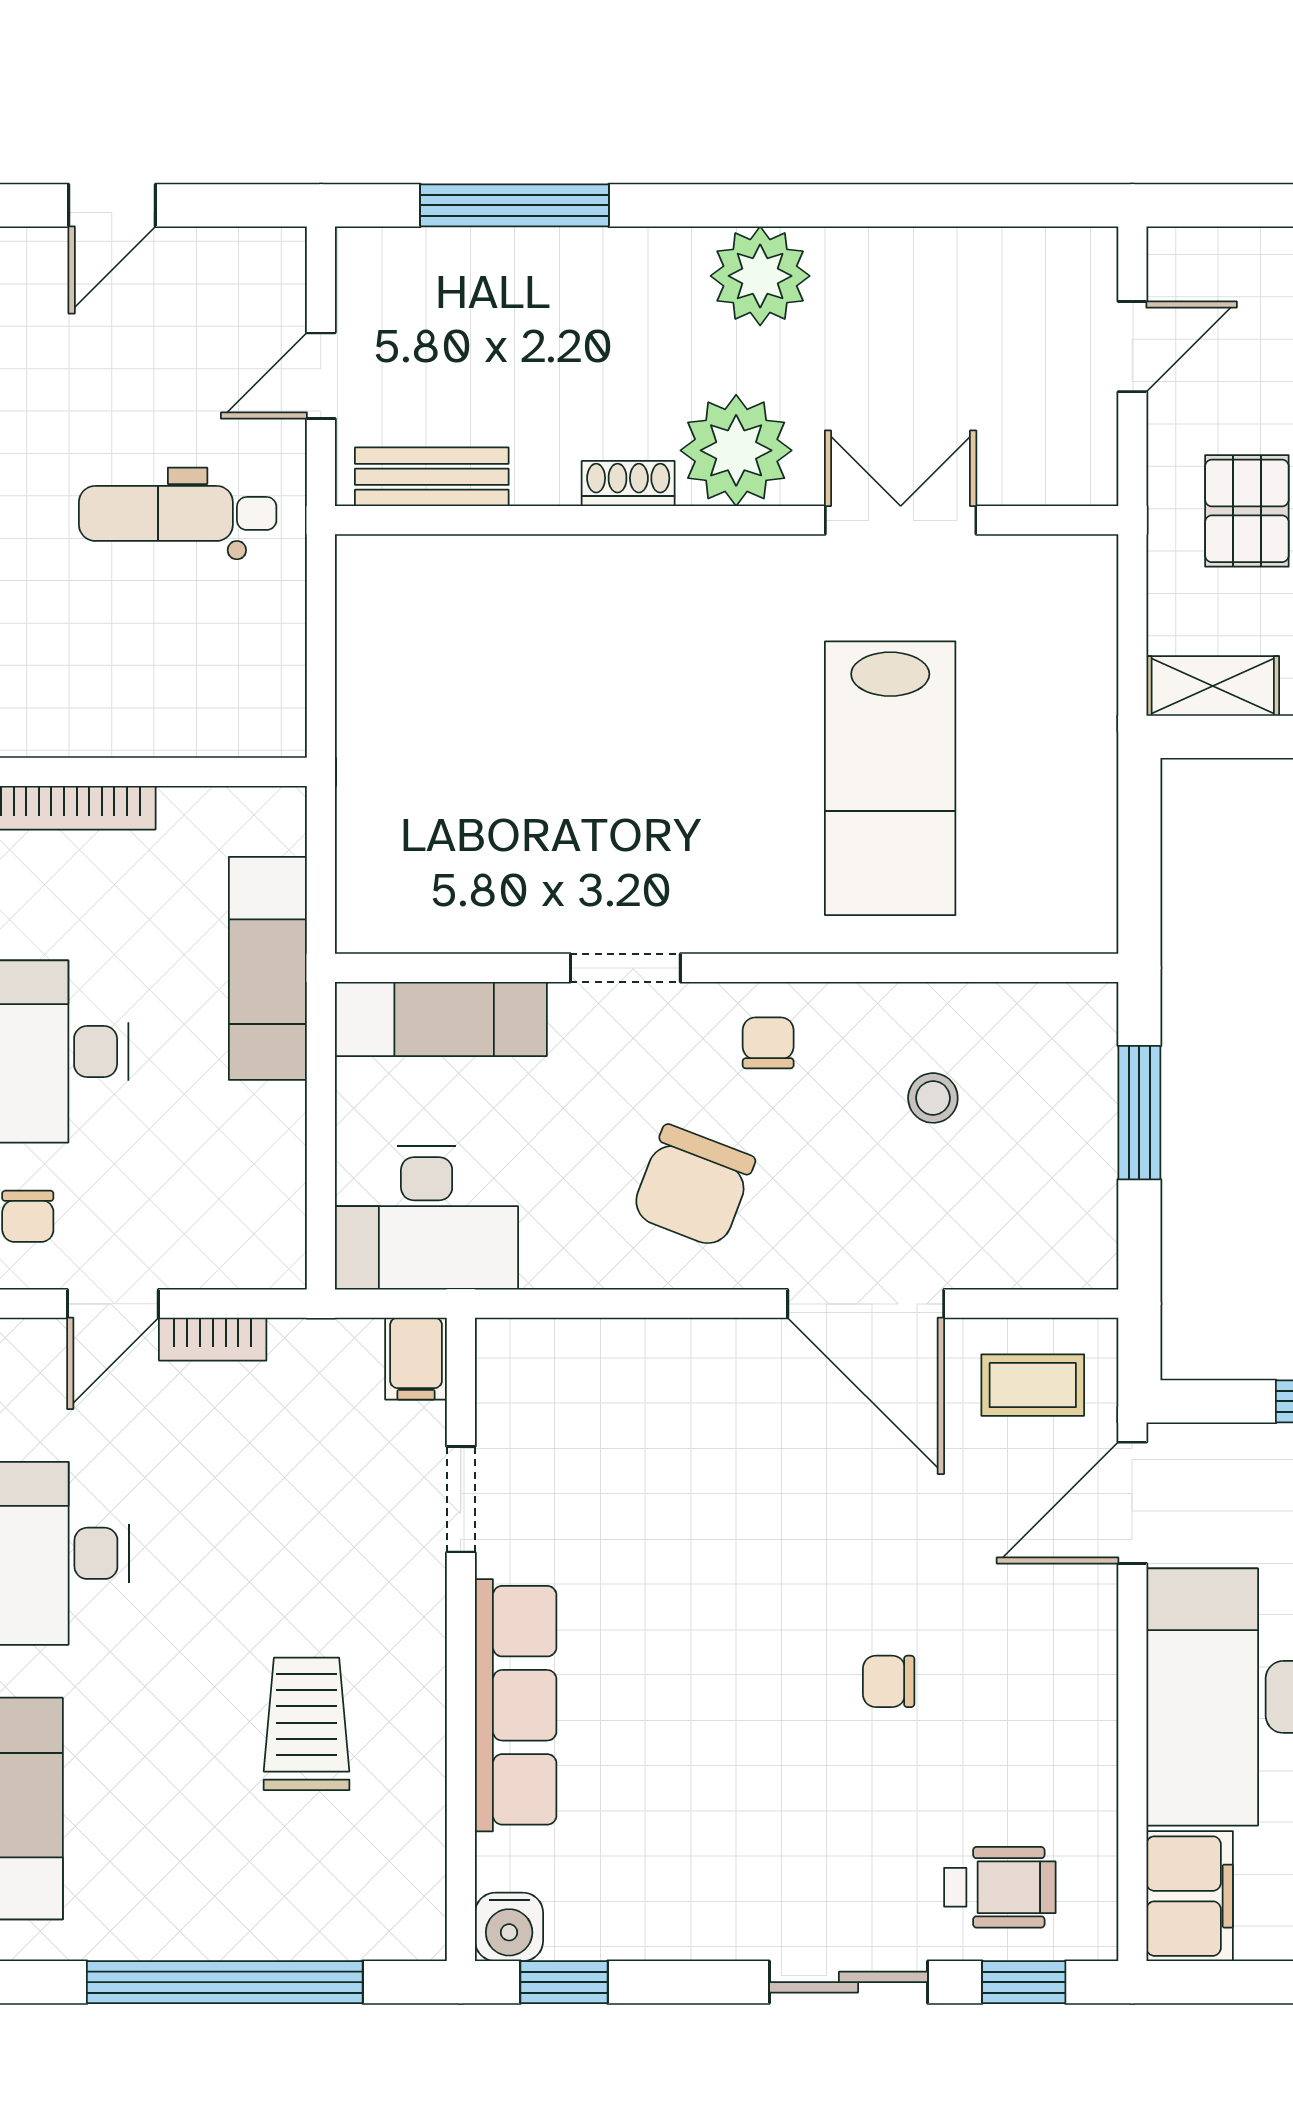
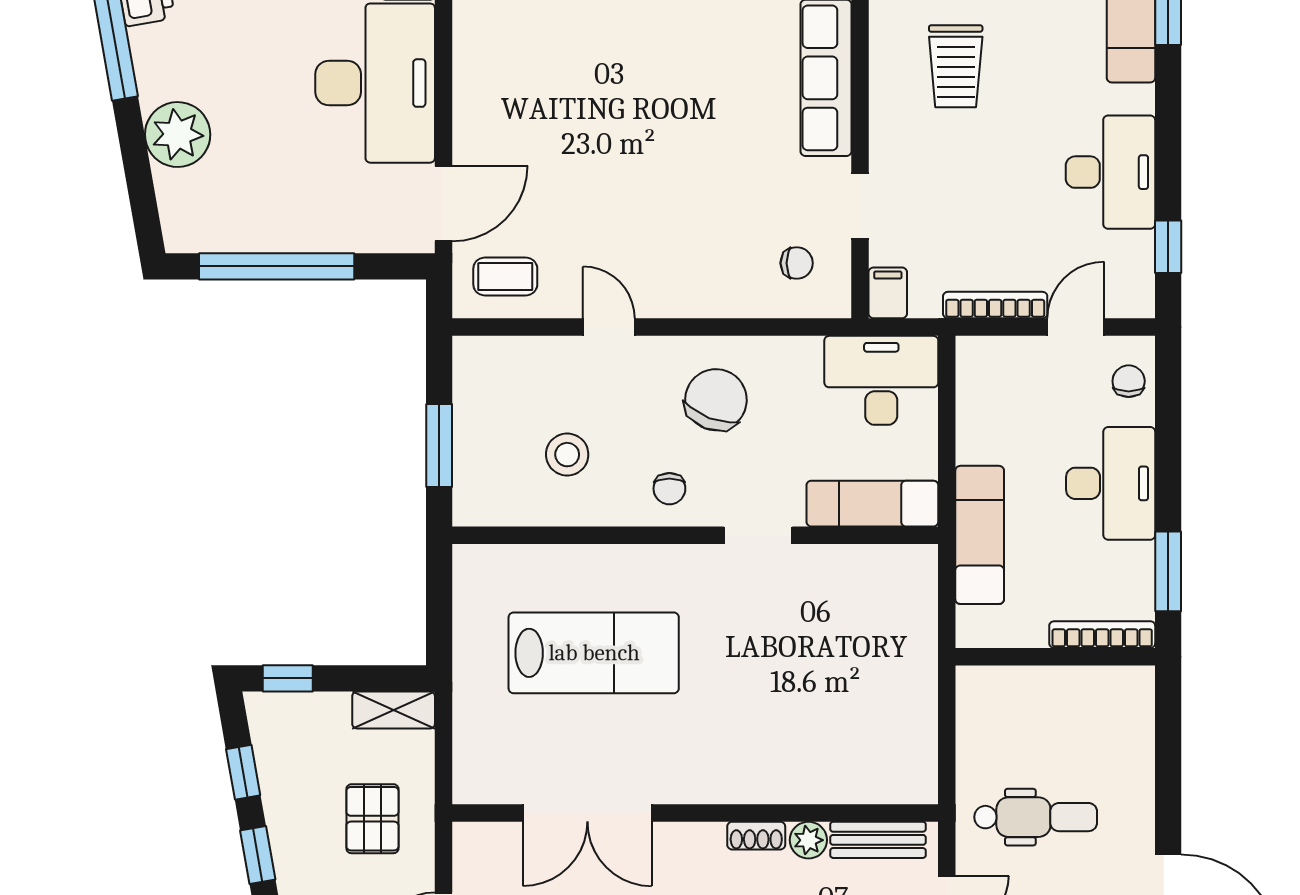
plant: (736, 450) -> (808, 840), moved, width x0.53, depth x0.53
double door: (901, 520) -> (587, 813), width x1.37
lab bench: (890, 778) -> (594, 653), turned 90
stool: (933, 1098) -> (567, 455), width x1.37, depth x1.37
door: (866, 1304) -> (609, 327), width x0.53
bookcase: (213, 1339) -> (995, 305), width x1.56
chair: (889, 1681) -> (797, 263), moved

